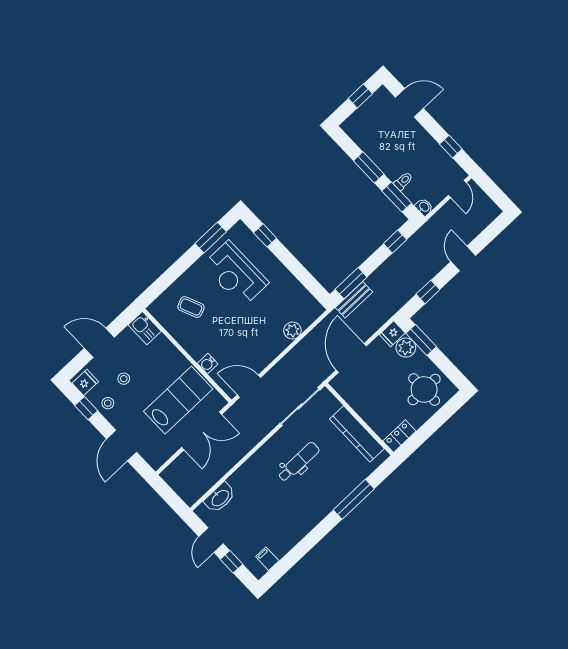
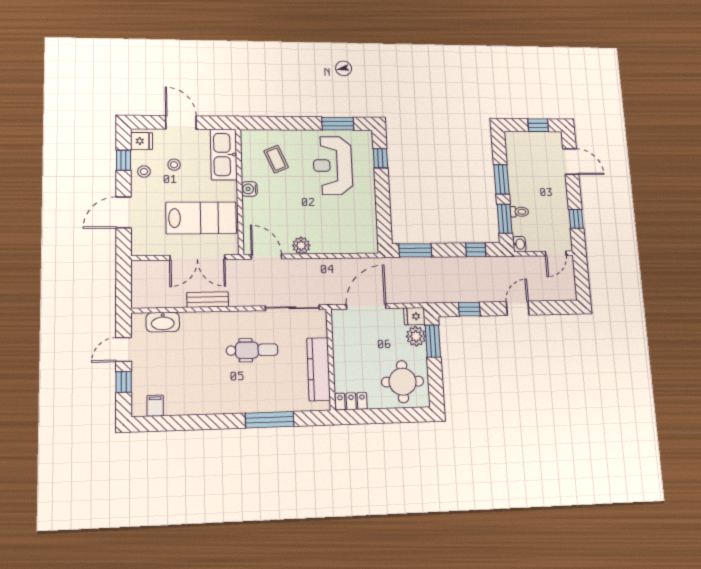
bench: (354, 300) -> (208, 300), moved
kitchen sink: (145, 328) -> (224, 155), width x1.87, depth x1.24
plant: (292, 331) -> (301, 246), moved
water cooler: (208, 364) -> (249, 189), moved

